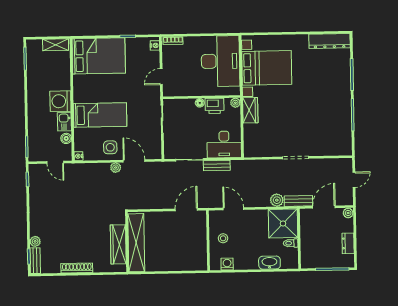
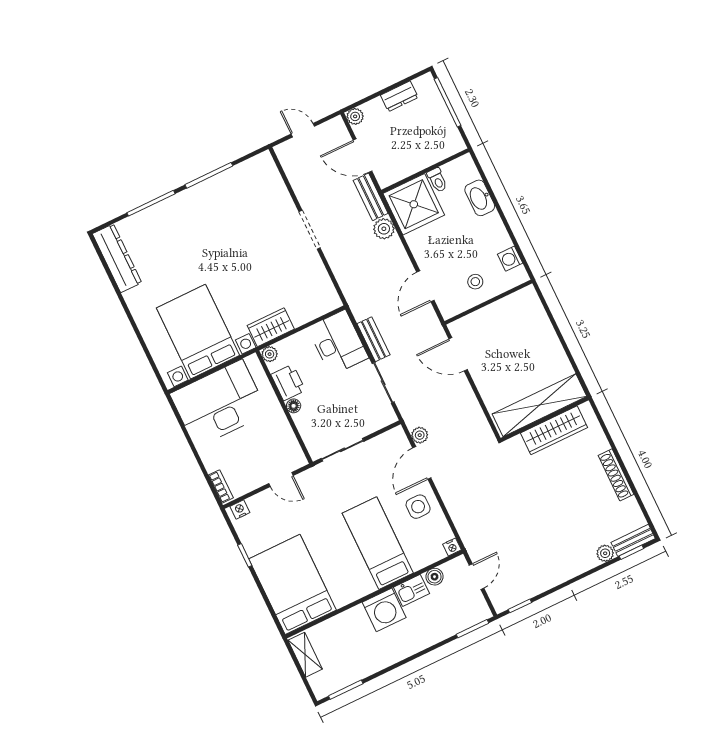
plant: (116, 168) -> (420, 435), moved

